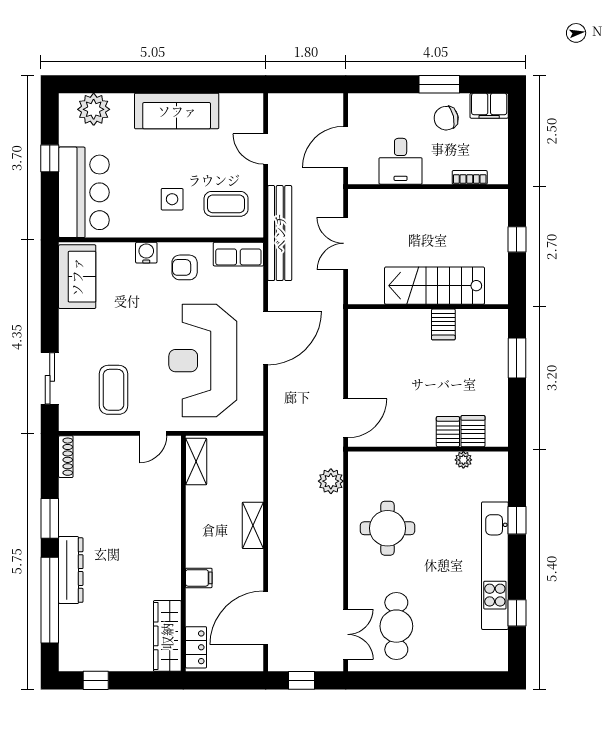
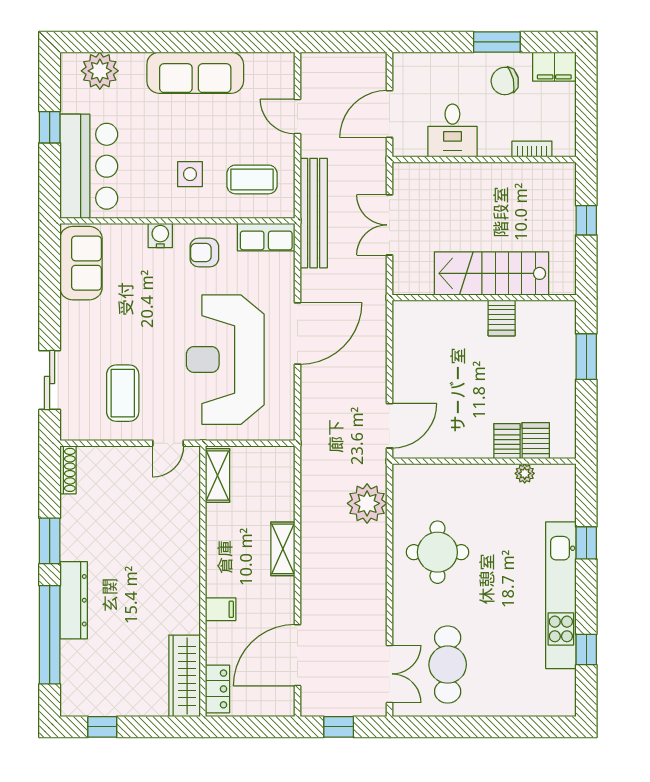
plant: (331, 481) -> (367, 503), width x1.36, depth x1.36

